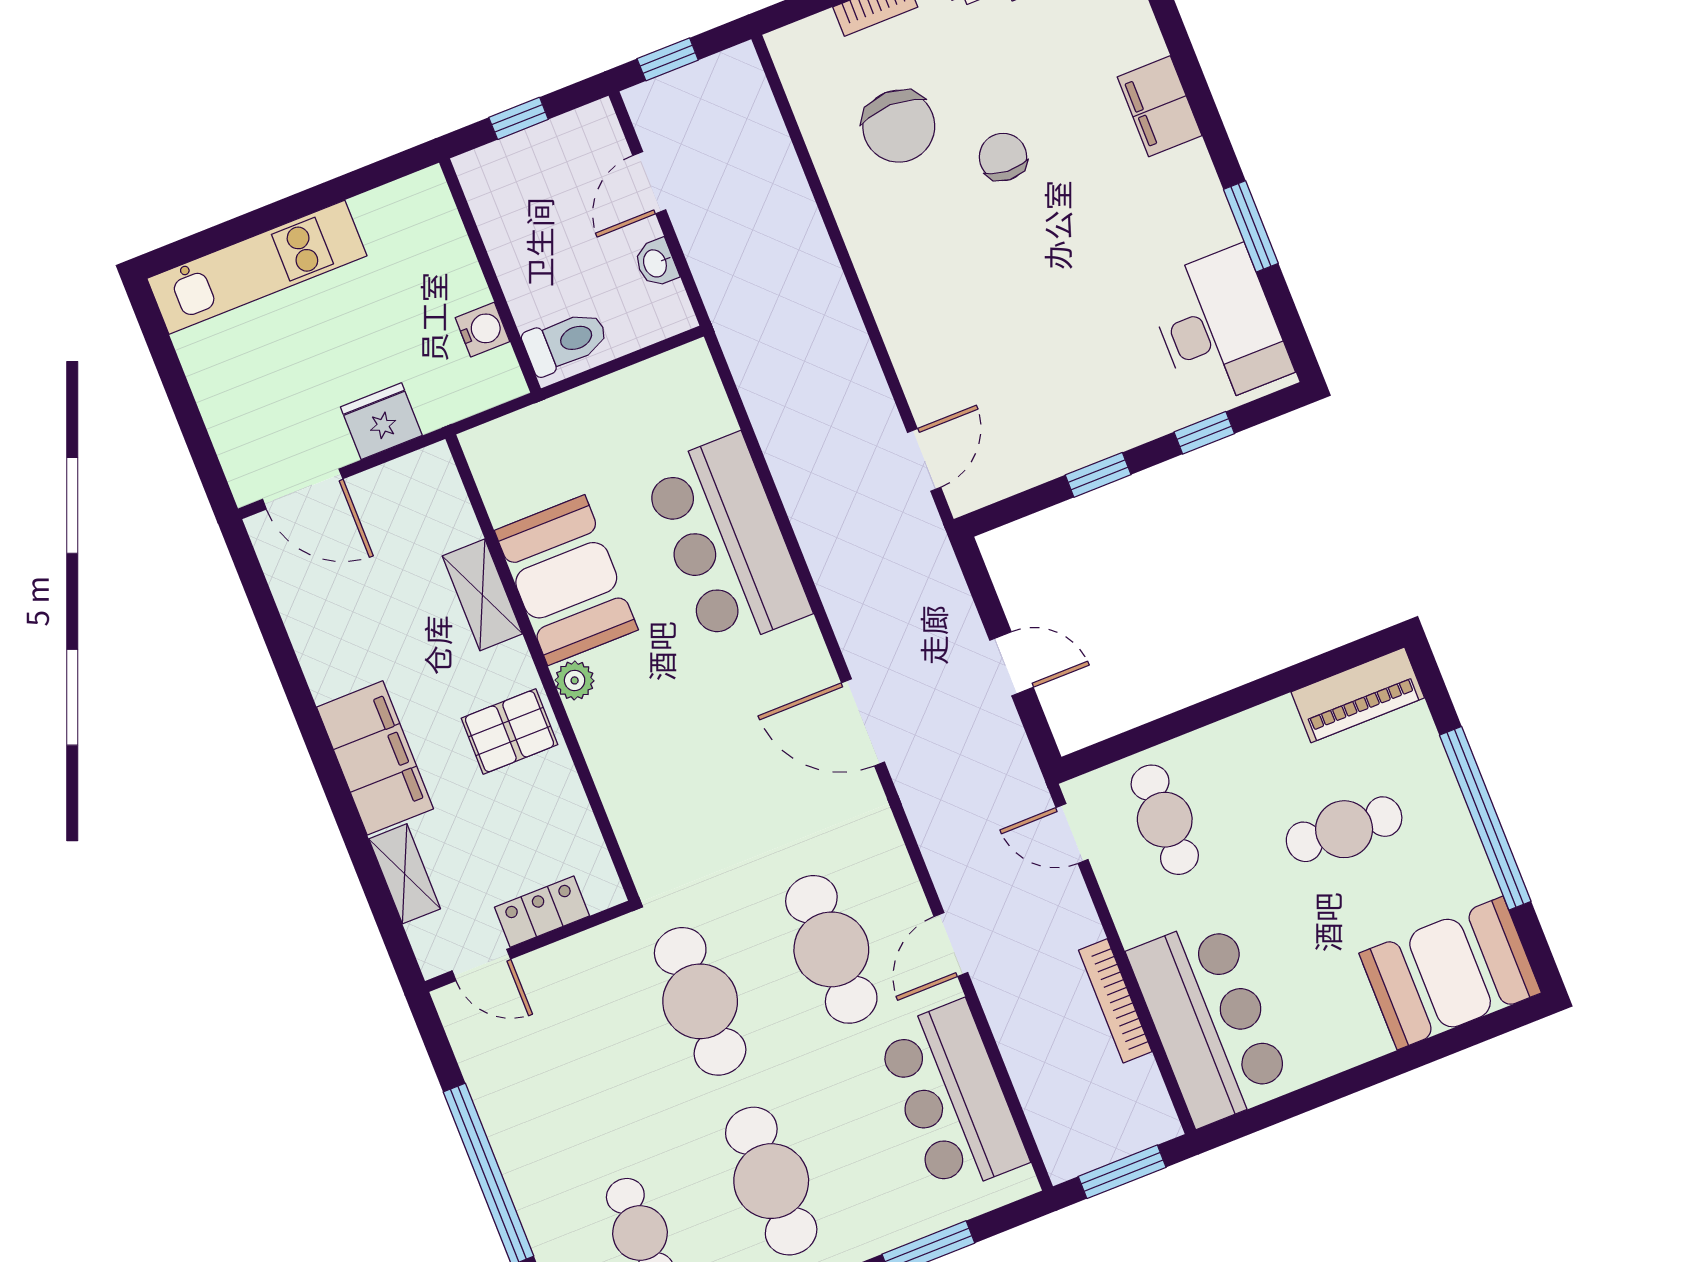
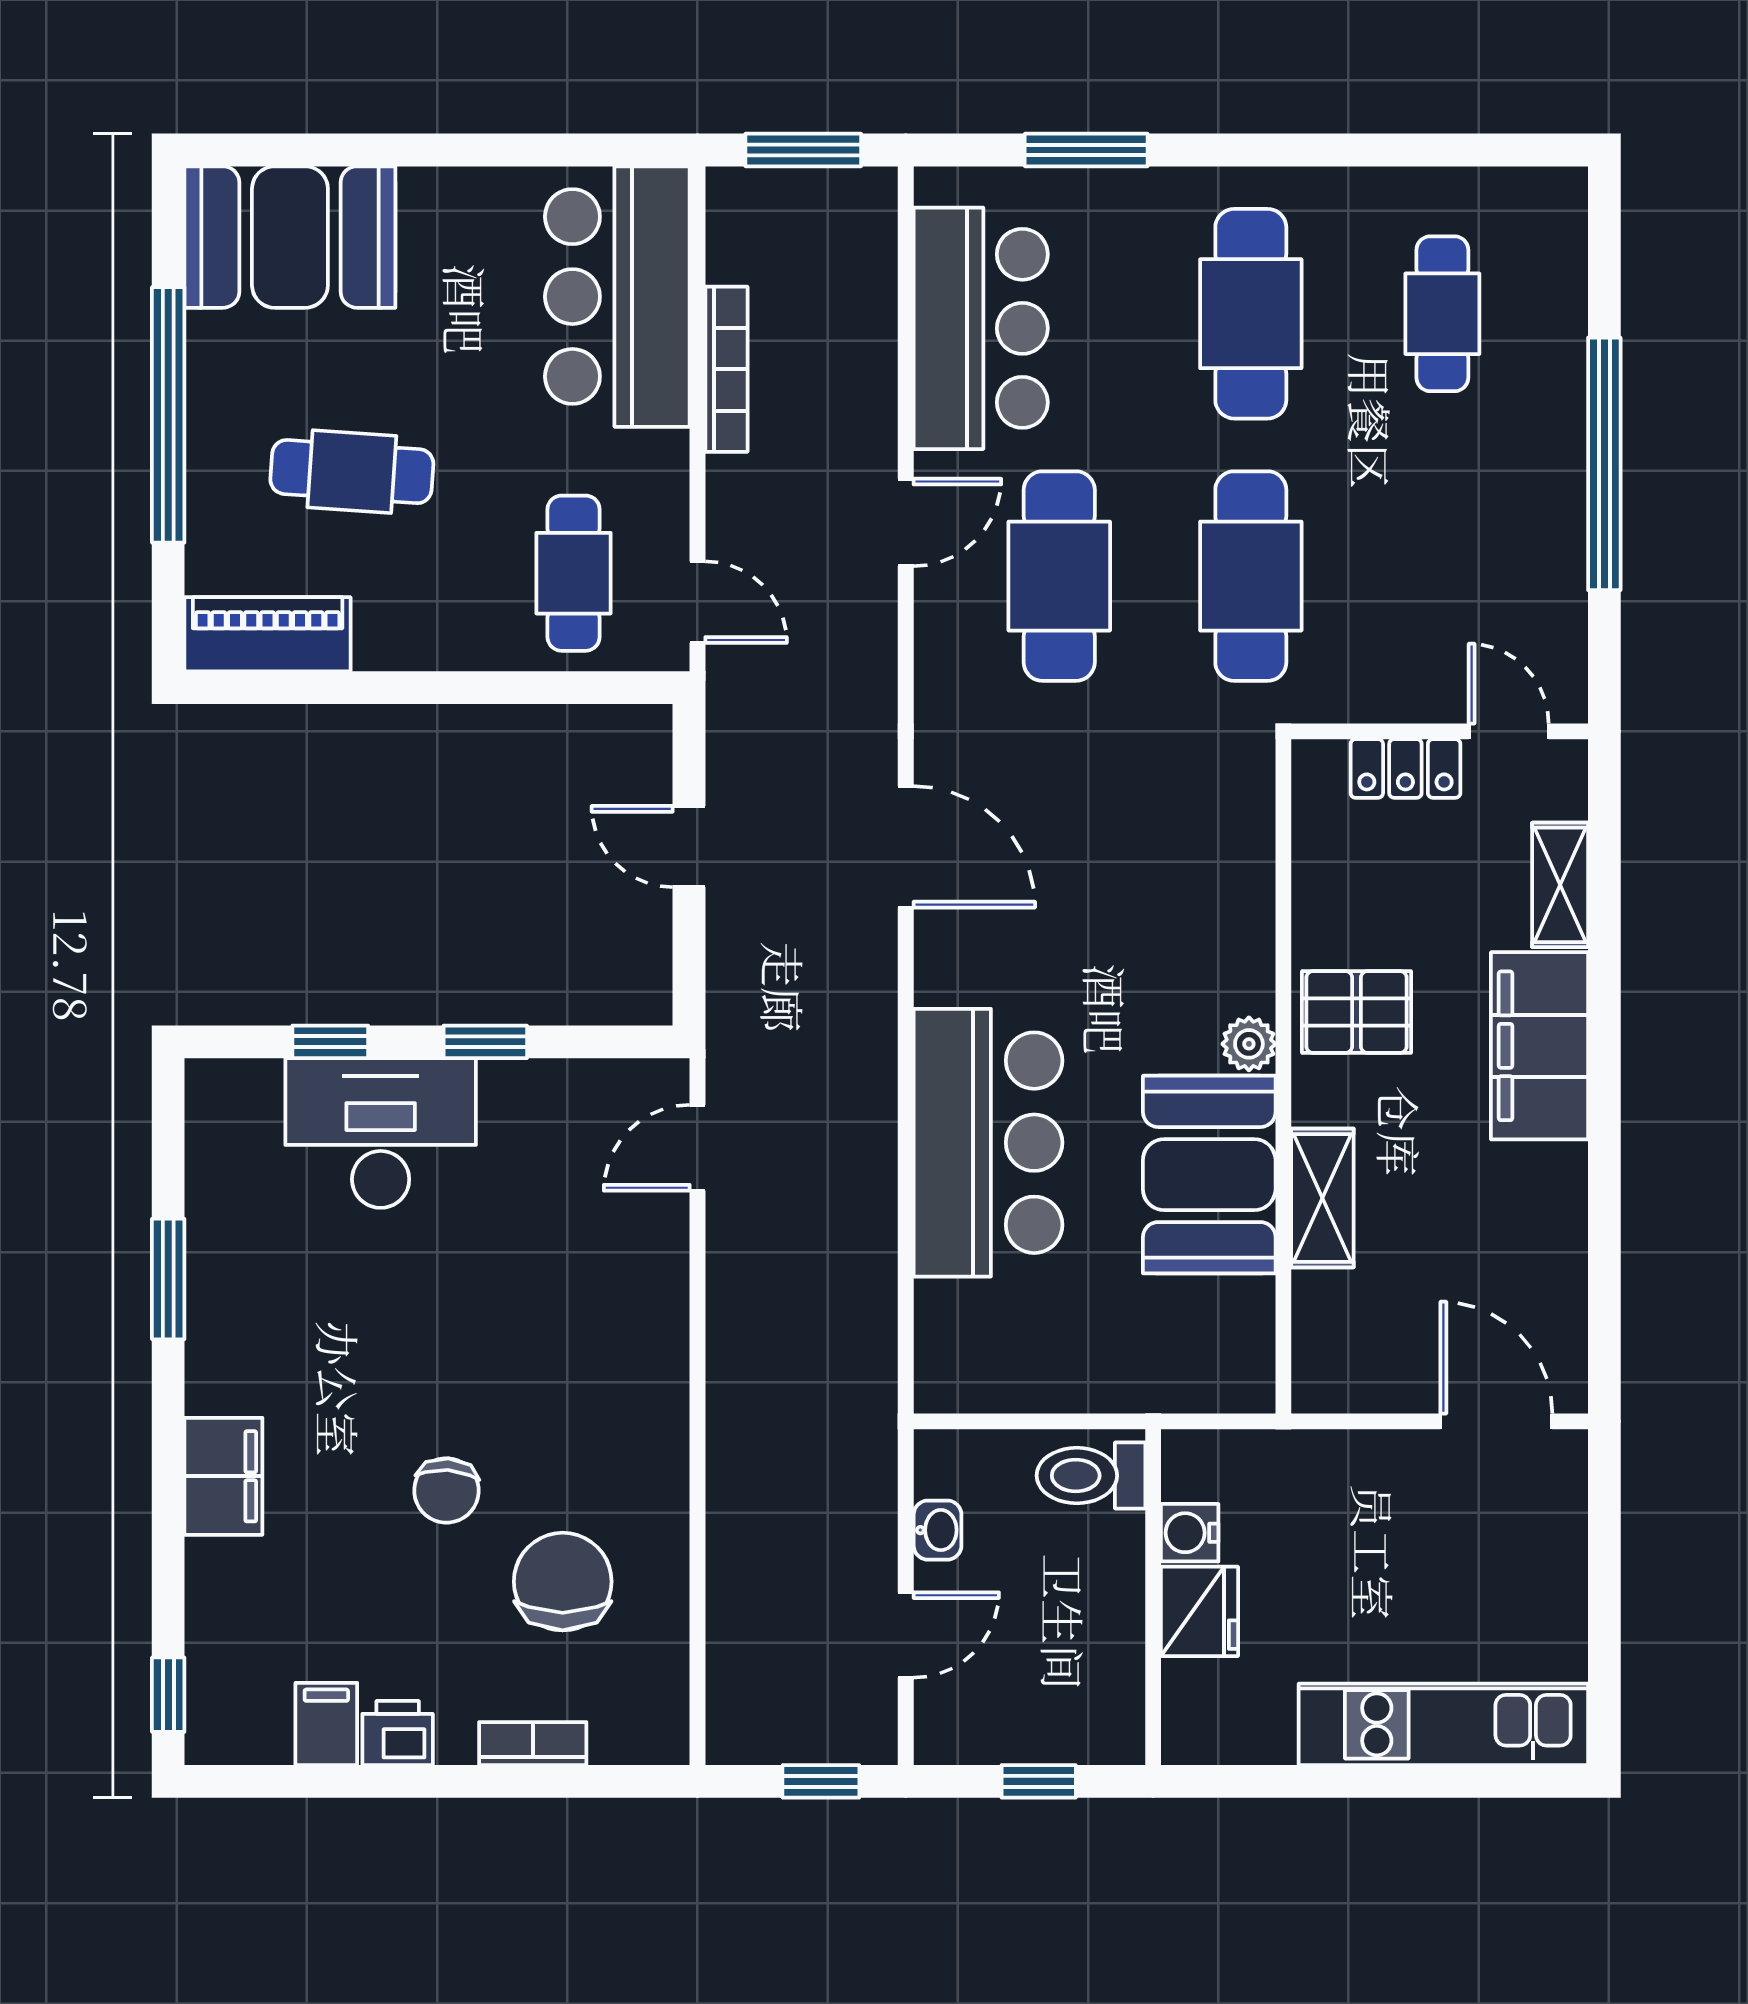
desk: (1219, 327) -> (381, 1133), moved, turned 90
fridge: (381, 421) -> (1199, 1611), moved, turned -90

